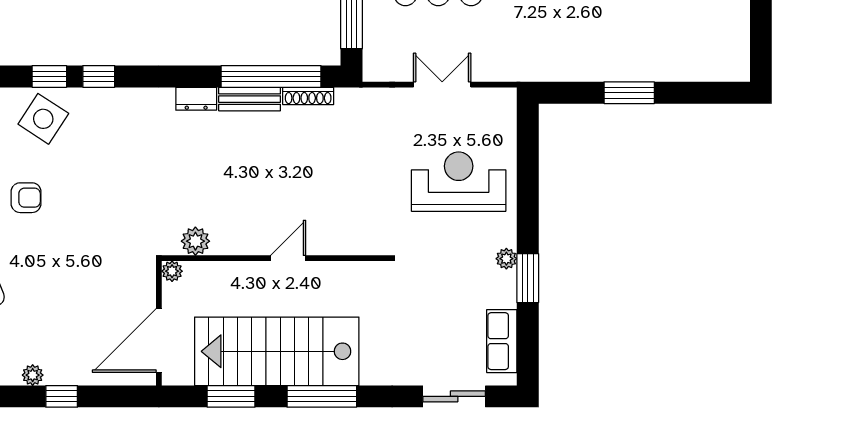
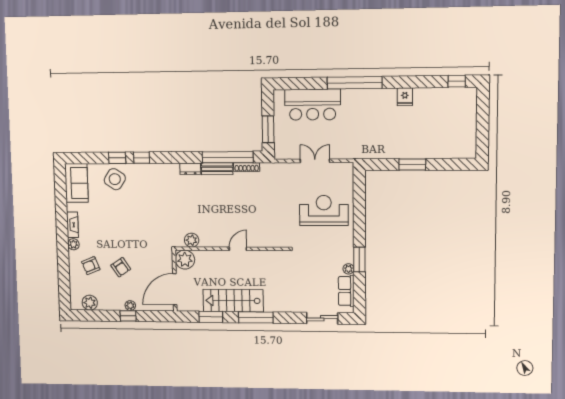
armchair: (26, 198) -> (121, 267), moved, turned 56
plant: (506, 259) -> (349, 269), moved
plant: (172, 271) -> (185, 260), width x1.87, depth x1.87
stairs: (277, 351) -> (233, 301), width x0.73, depth x0.66
plant: (33, 375) -> (130, 306), moved

